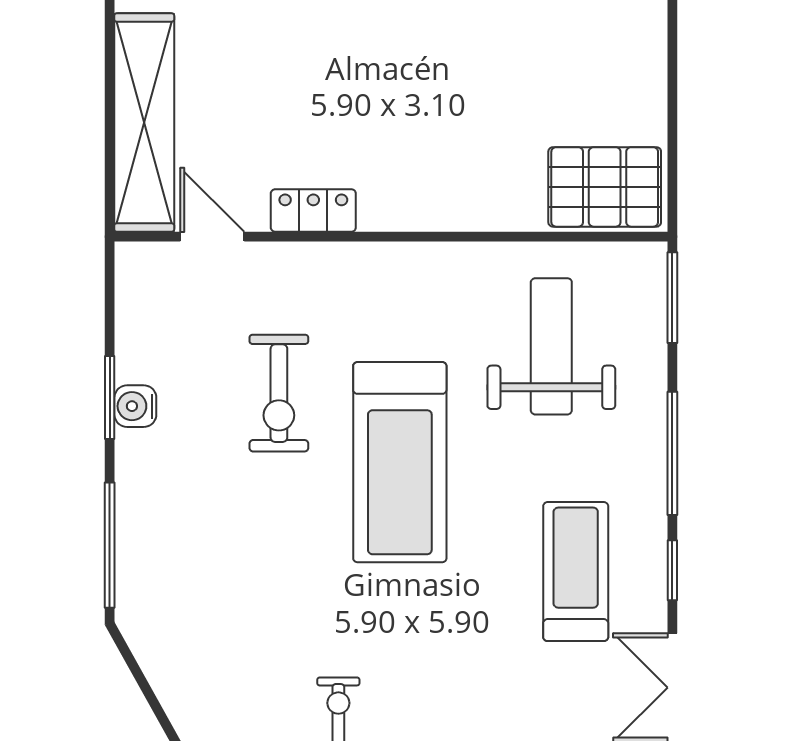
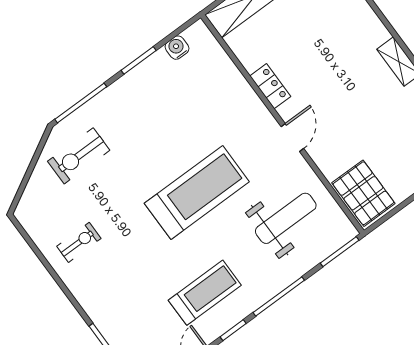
door: (212, 237) -> (292, 138), moved
exercise bike: (279, 393) -> (79, 156), moved
water cooler: (135, 406) -> (177, 48), moved
treadmill: (400, 462) -> (197, 192), turned 180

